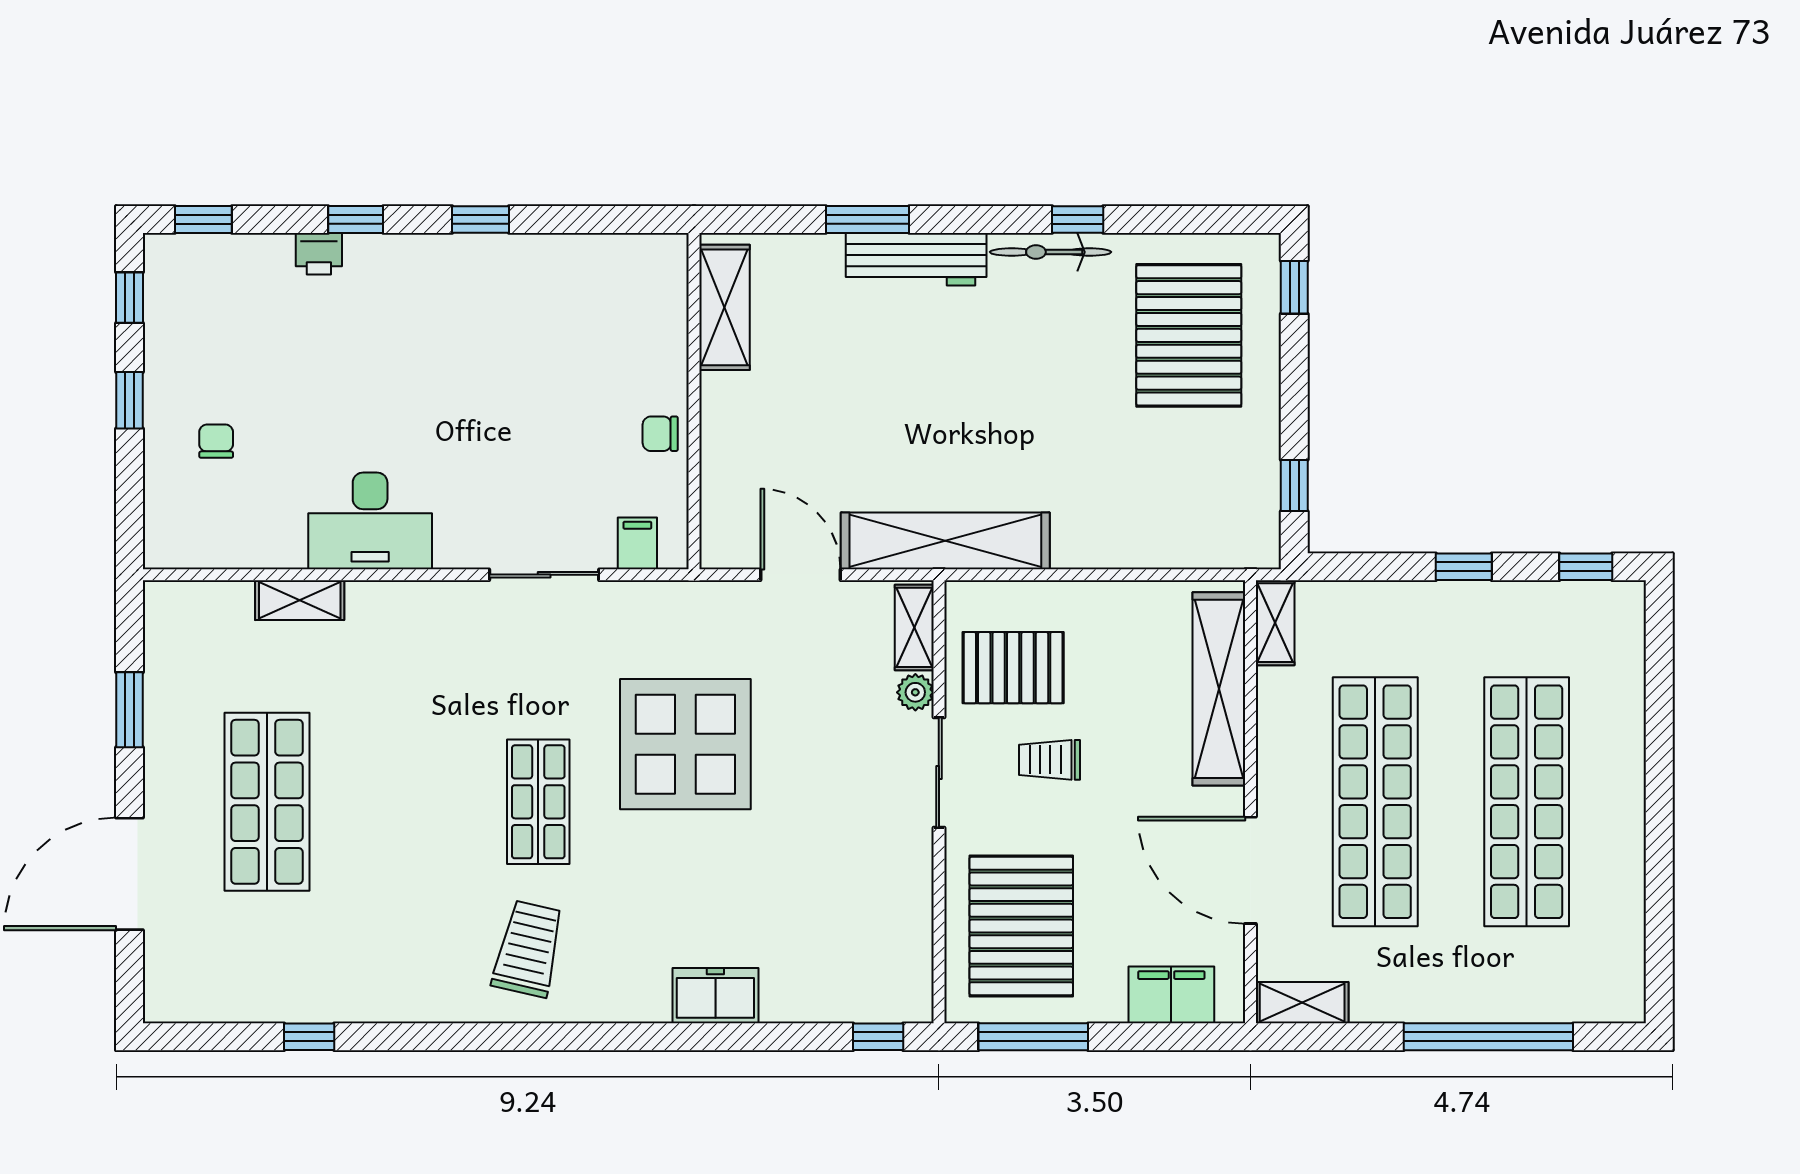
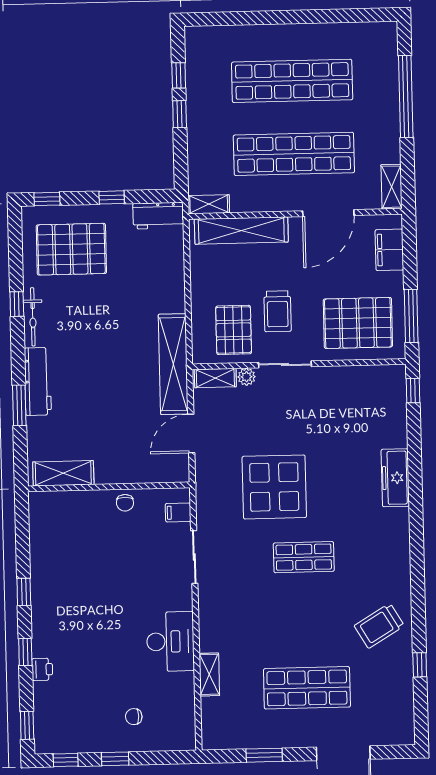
window: (1294, 485) -> (112, 197), moved
workbench: (1254, 517) -> (158, 216), added
window: (1586, 567) -> (179, 75), moved
trolley: (1050, 760) -> (278, 311), width x1.36, depth x1.39
trolley: (528, 949) -> (379, 626), moved, turned -44
freezer: (715, 996) -> (395, 478), width x1.40

